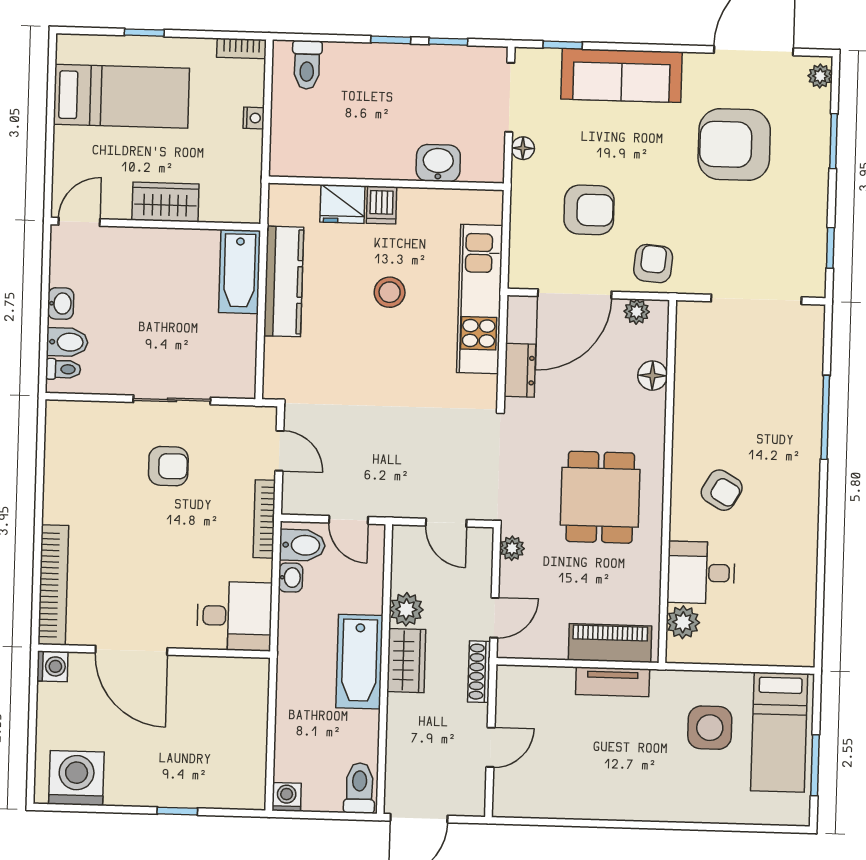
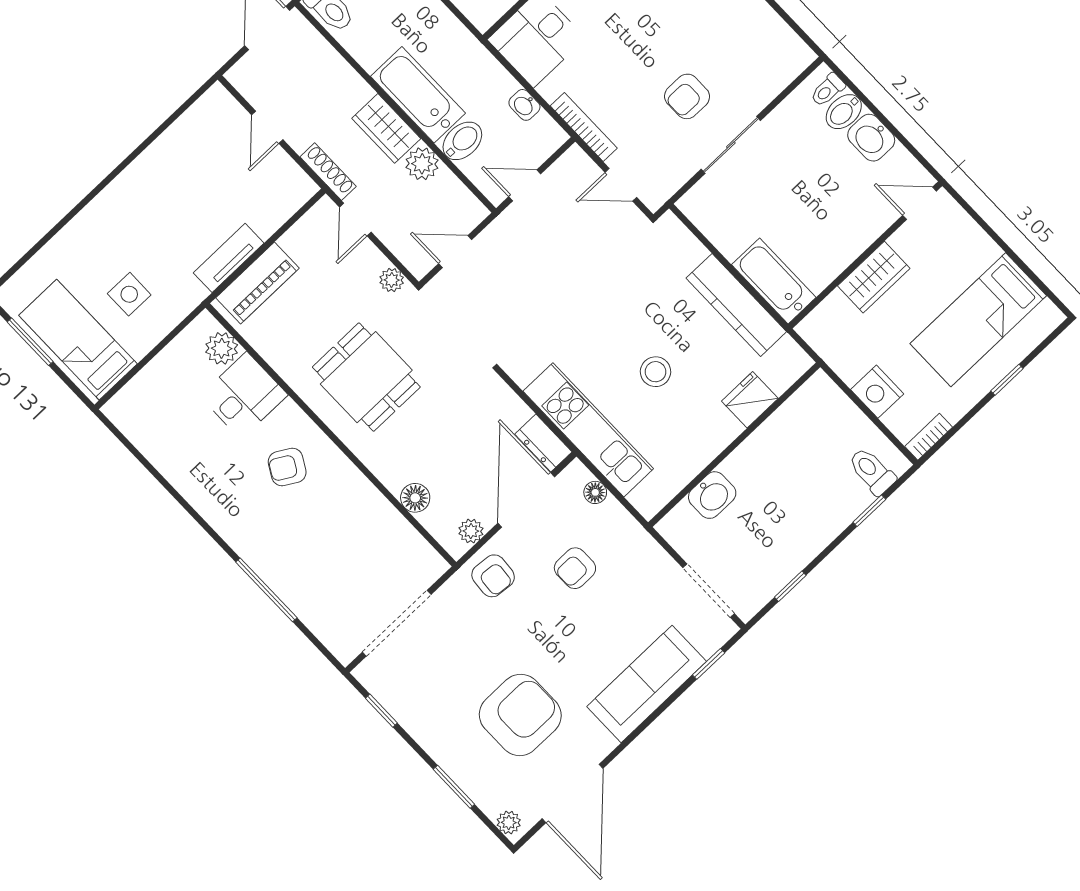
window: (391, 40) -> (869, 511), moved
nightstand: (254, 118) -> (877, 392), width x1.89, depth x1.79
floor lamp: (523, 148) -> (595, 492), moved
dishwasher: (382, 205) -> (722, 426), removed
armchair: (589, 210) -> (575, 568), width x0.72, depth x0.72
door: (79, 222) -> (920, 203), swing flipped
washbasin: (61, 304) -> (871, 138), width x1.38, depth x1.45
dresser: (520, 370) -> (543, 443), moved
bidet: (302, 545) -> (462, 141), moved, turned 180
side table: (710, 728) -> (129, 294), width x0.73, depth x0.73

